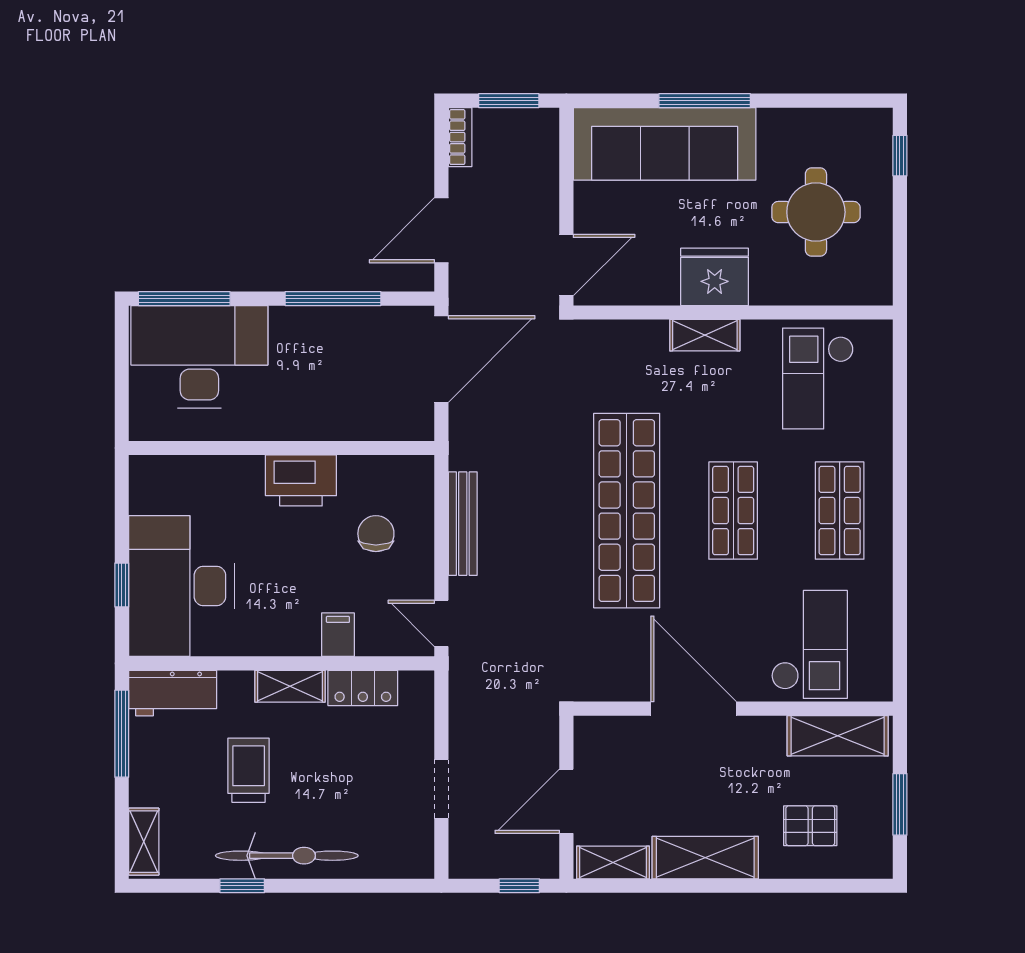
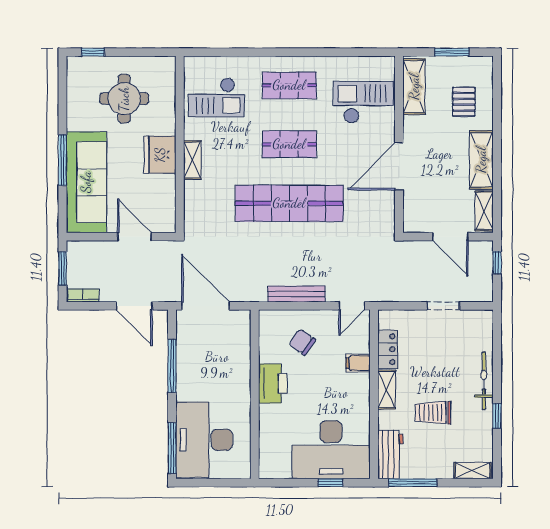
door: (566, 265) -> (135, 237), moved
chair: (376, 534) -> (302, 342), turned 35
bicycle: (287, 856) -> (484, 381), width x0.73, depth x0.71

